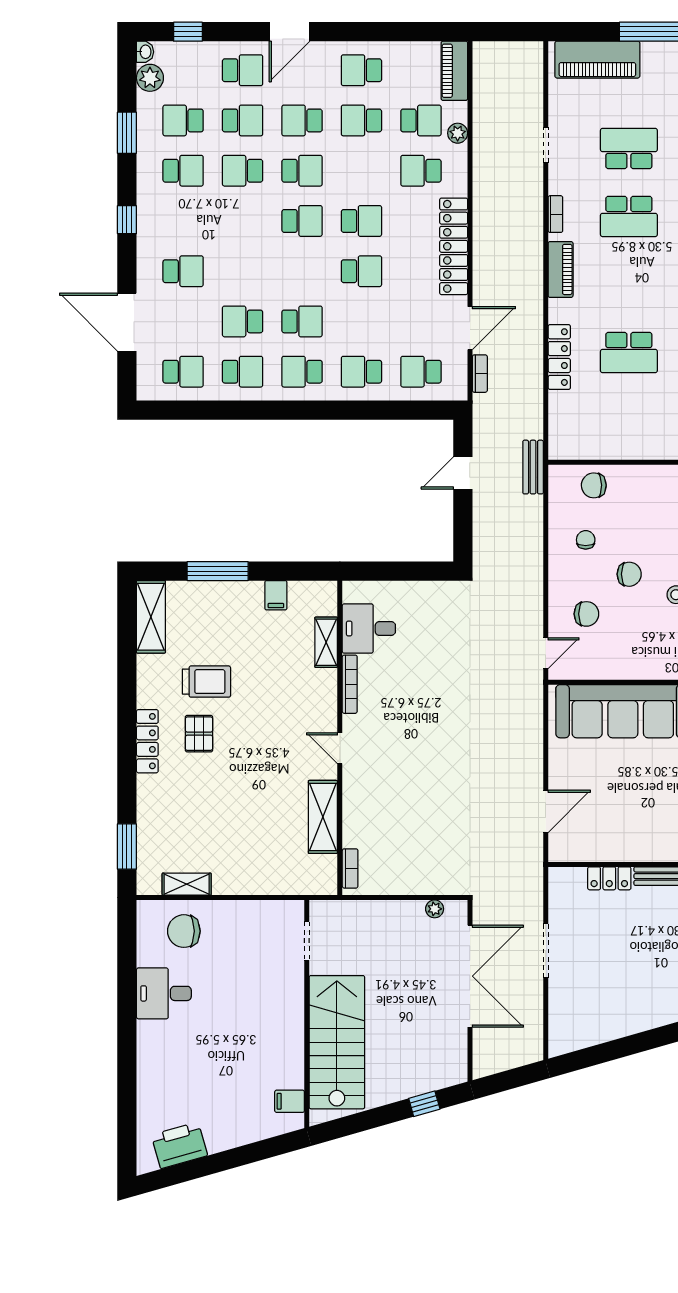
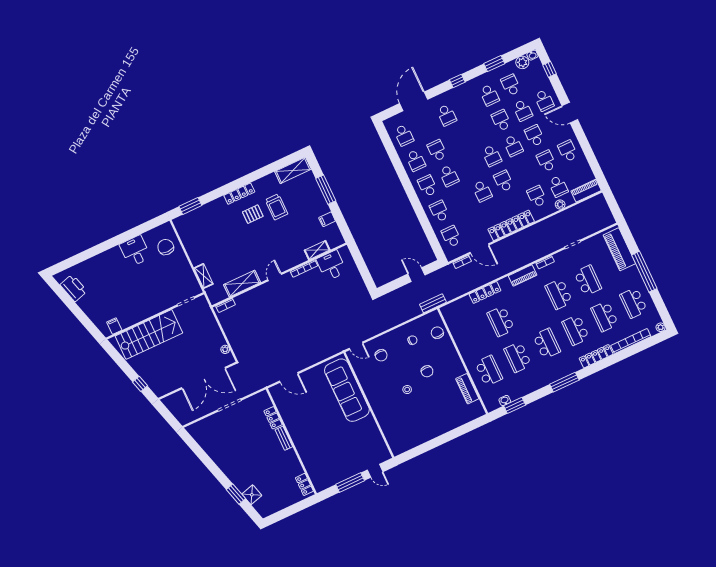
school desk: (361, 221) -> (504, 181), turned 180
chair: (629, 574) -> (427, 371), moved
shelving: (187, 884) -> (204, 276), moved

